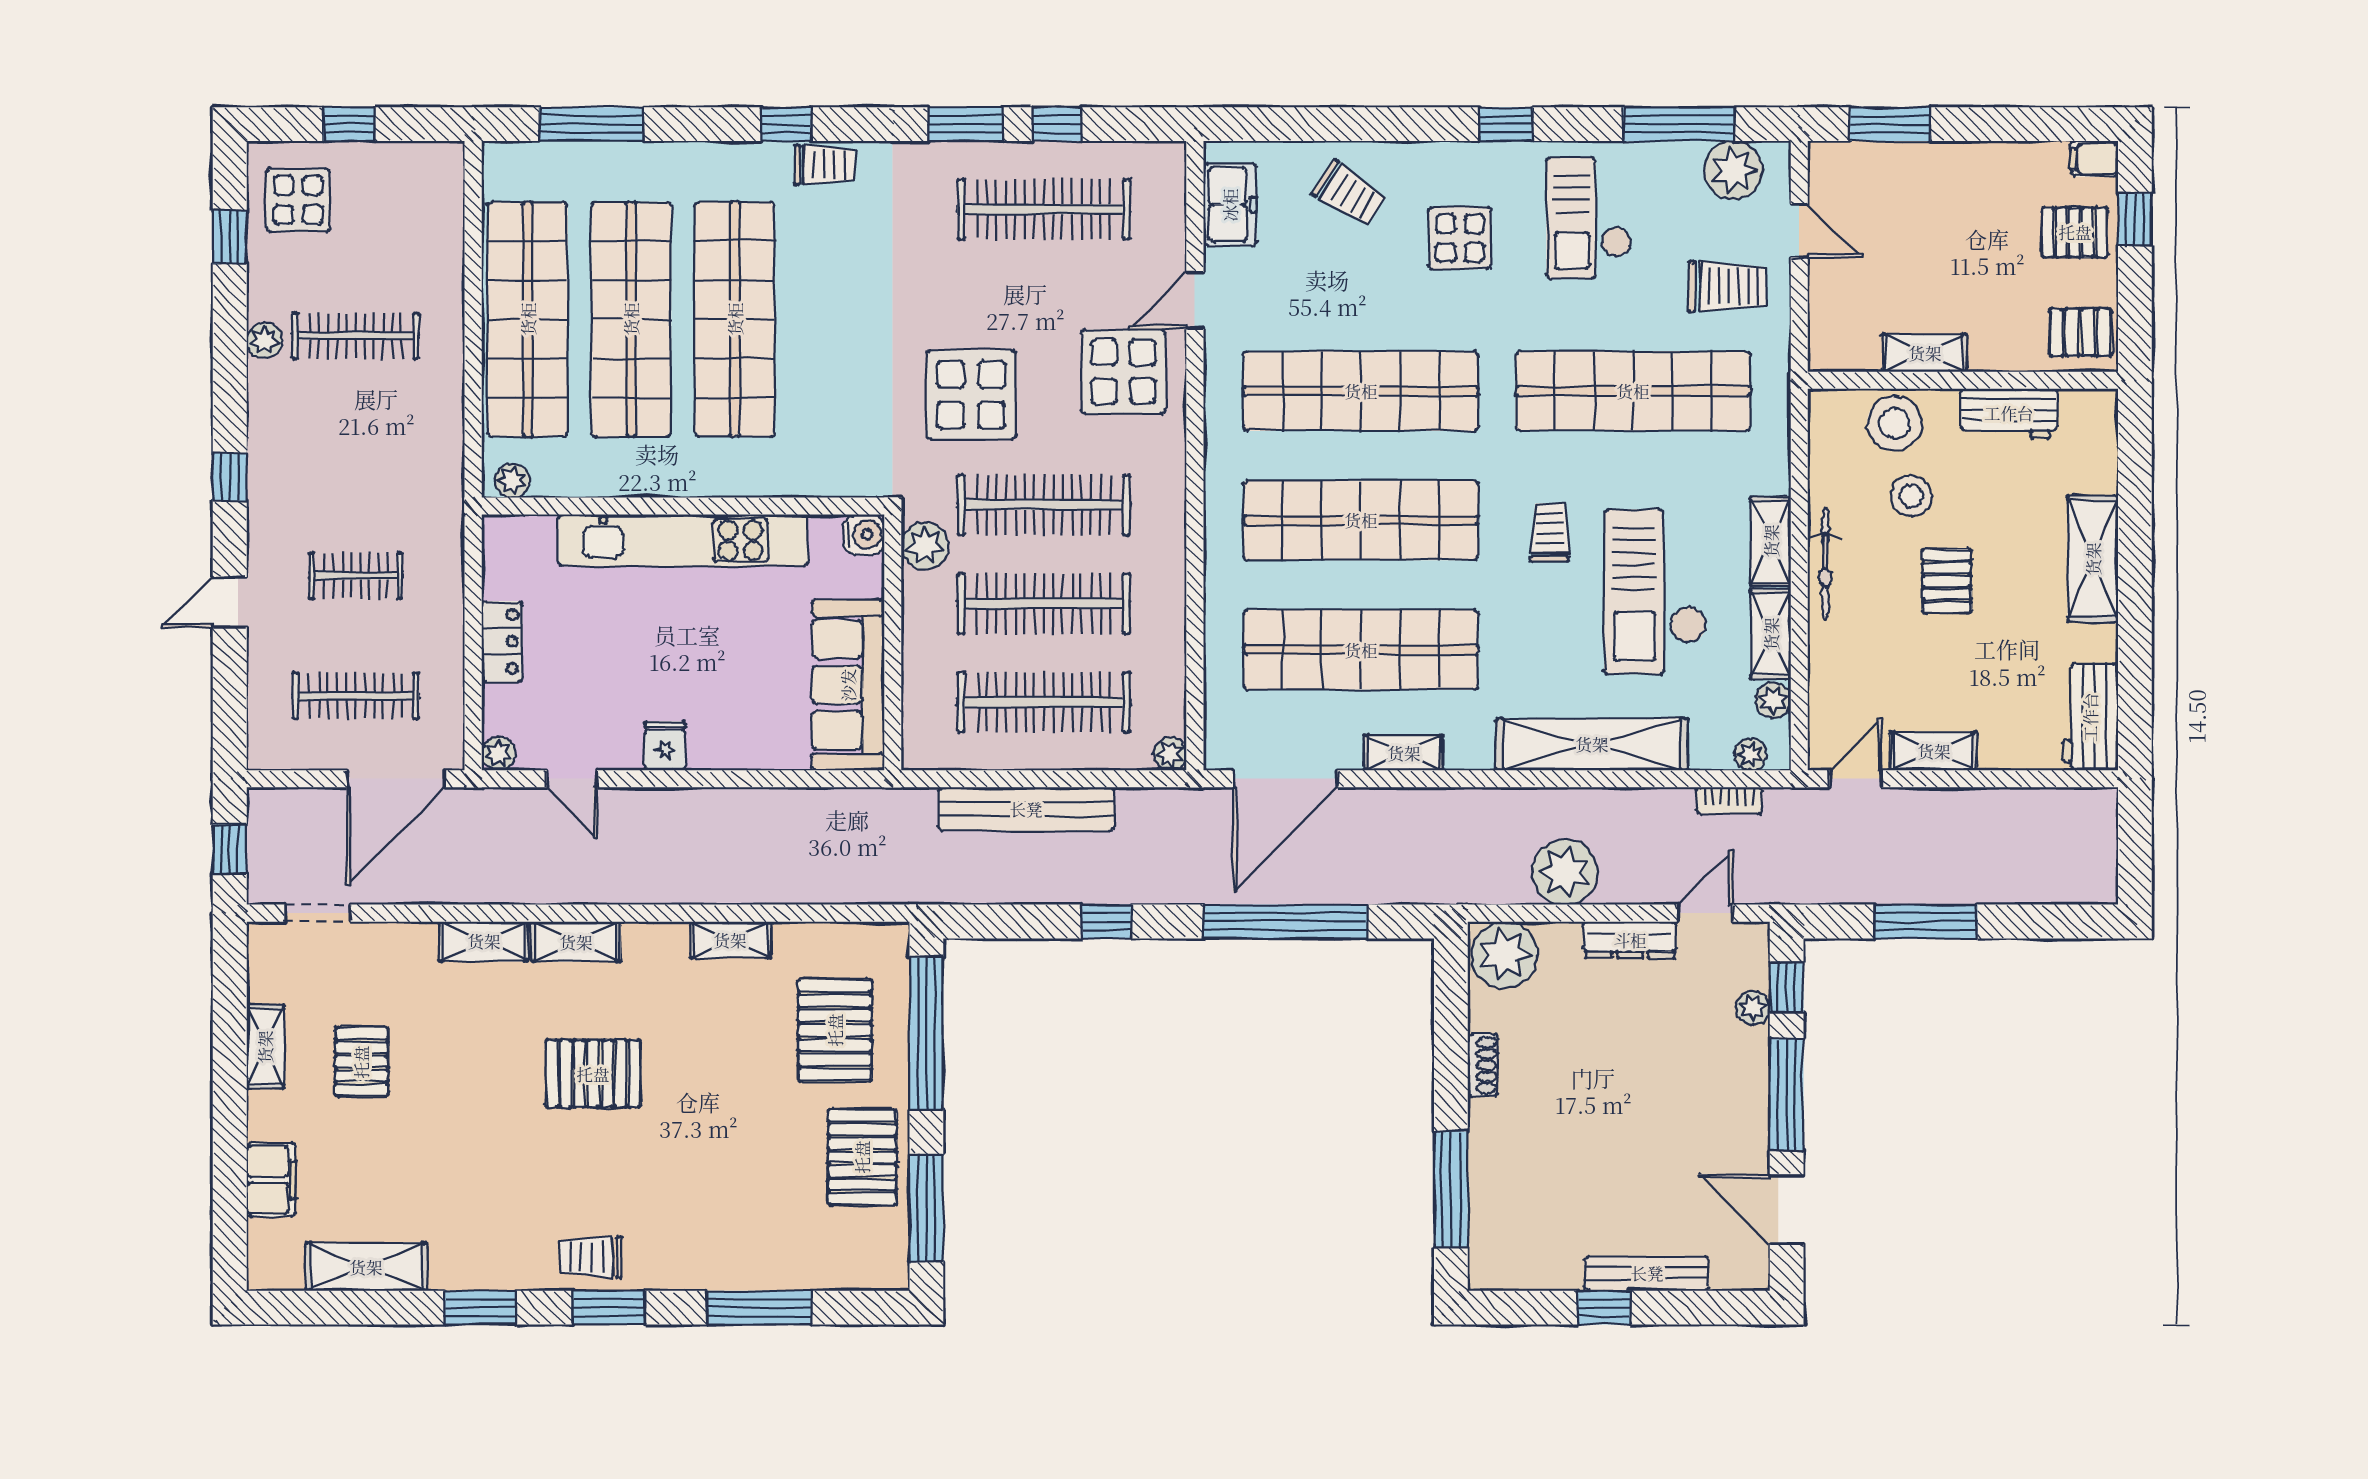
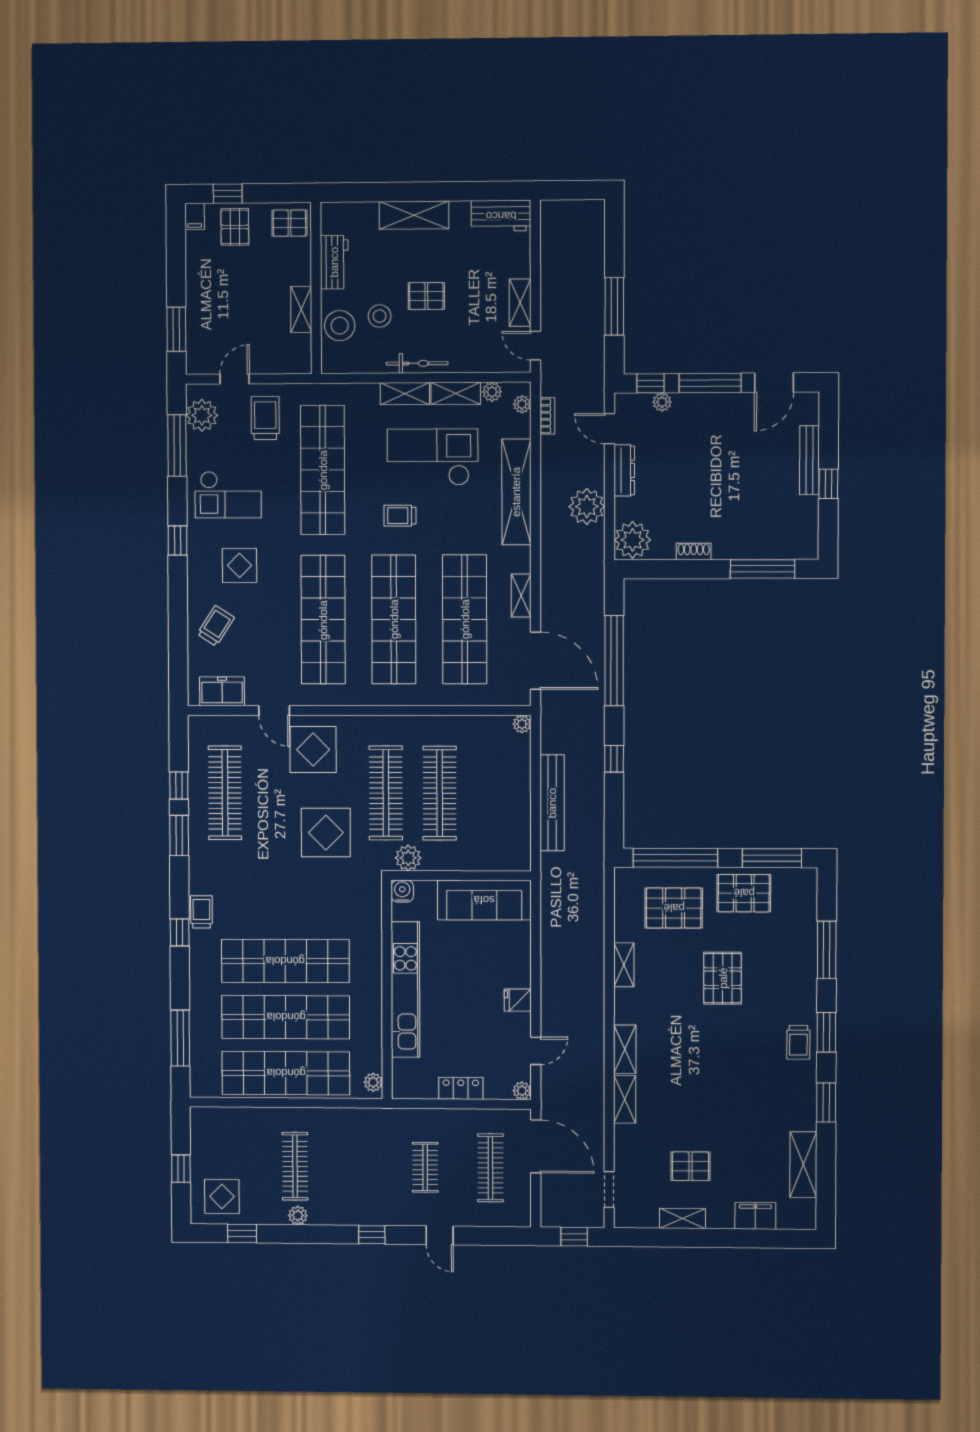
pallet: (2081, 332) -> (290, 223), turned 90
checkout: (1655, 592) -> (433, 457), turned 180
clothes rail: (1044, 702) -> (494, 793), removed
pallet: (593, 1074) -> (723, 978), moved

